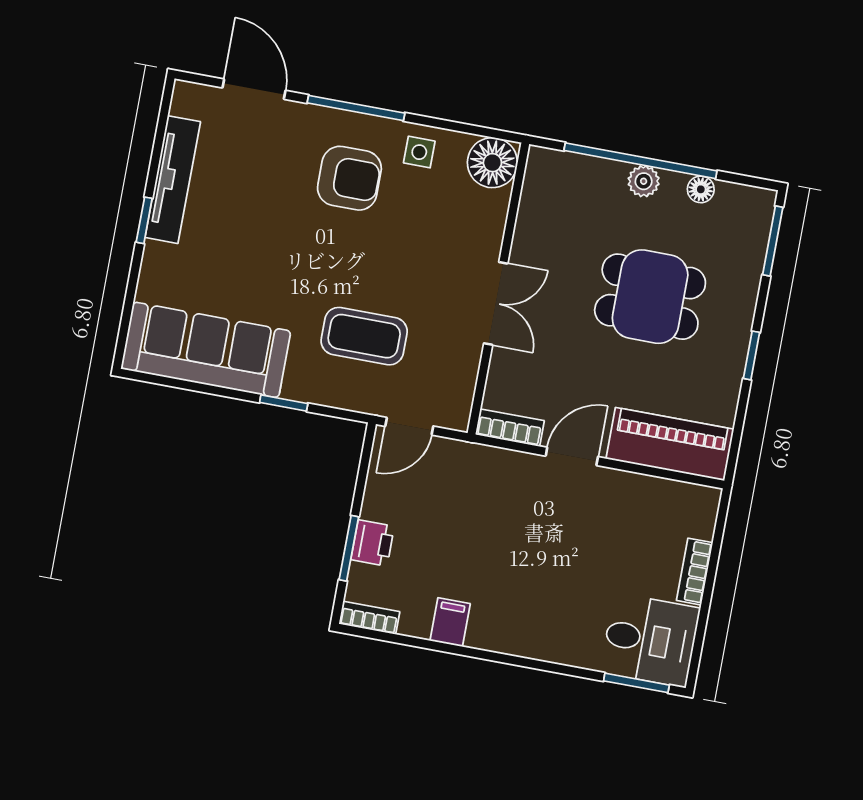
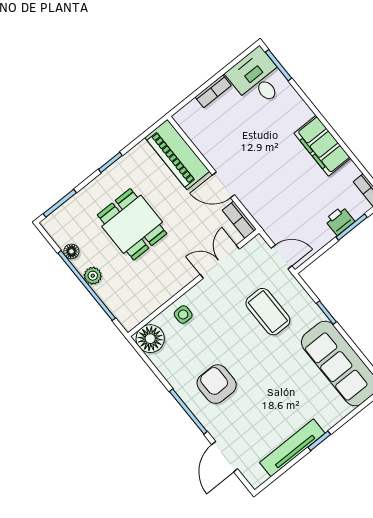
side table: (419, 152) -> (183, 315), moved
double door: (496, 303) -> (220, 262), moved
filing cabinet: (450, 622) -> (322, 146), width x3.00, depth x1.17

